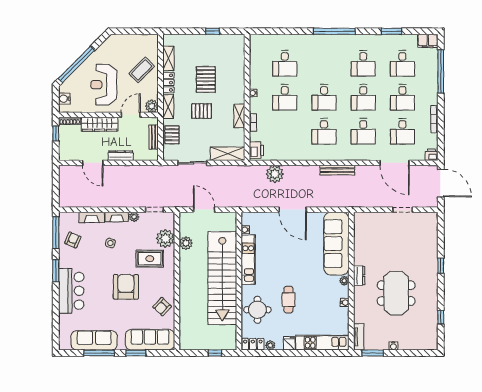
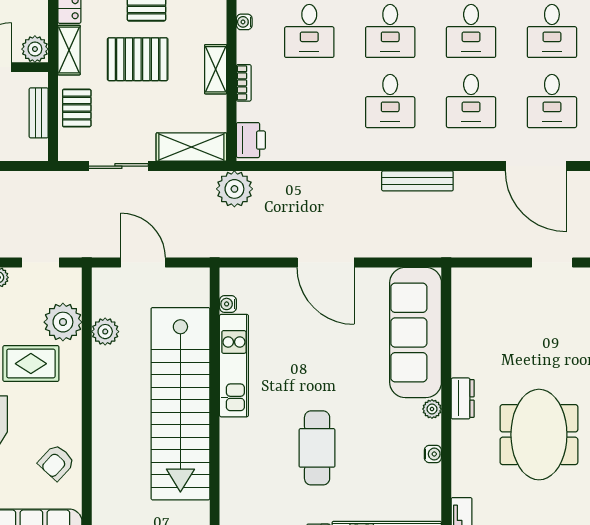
pallet: (202, 111) -> (138, 59), width x1.50, depth x1.42
plant: (275, 174) -> (234, 189), moved
cafe table: (289, 300) -> (317, 448), width x1.37, depth x1.35
round table: (257, 310) -> (253, 469), removed

